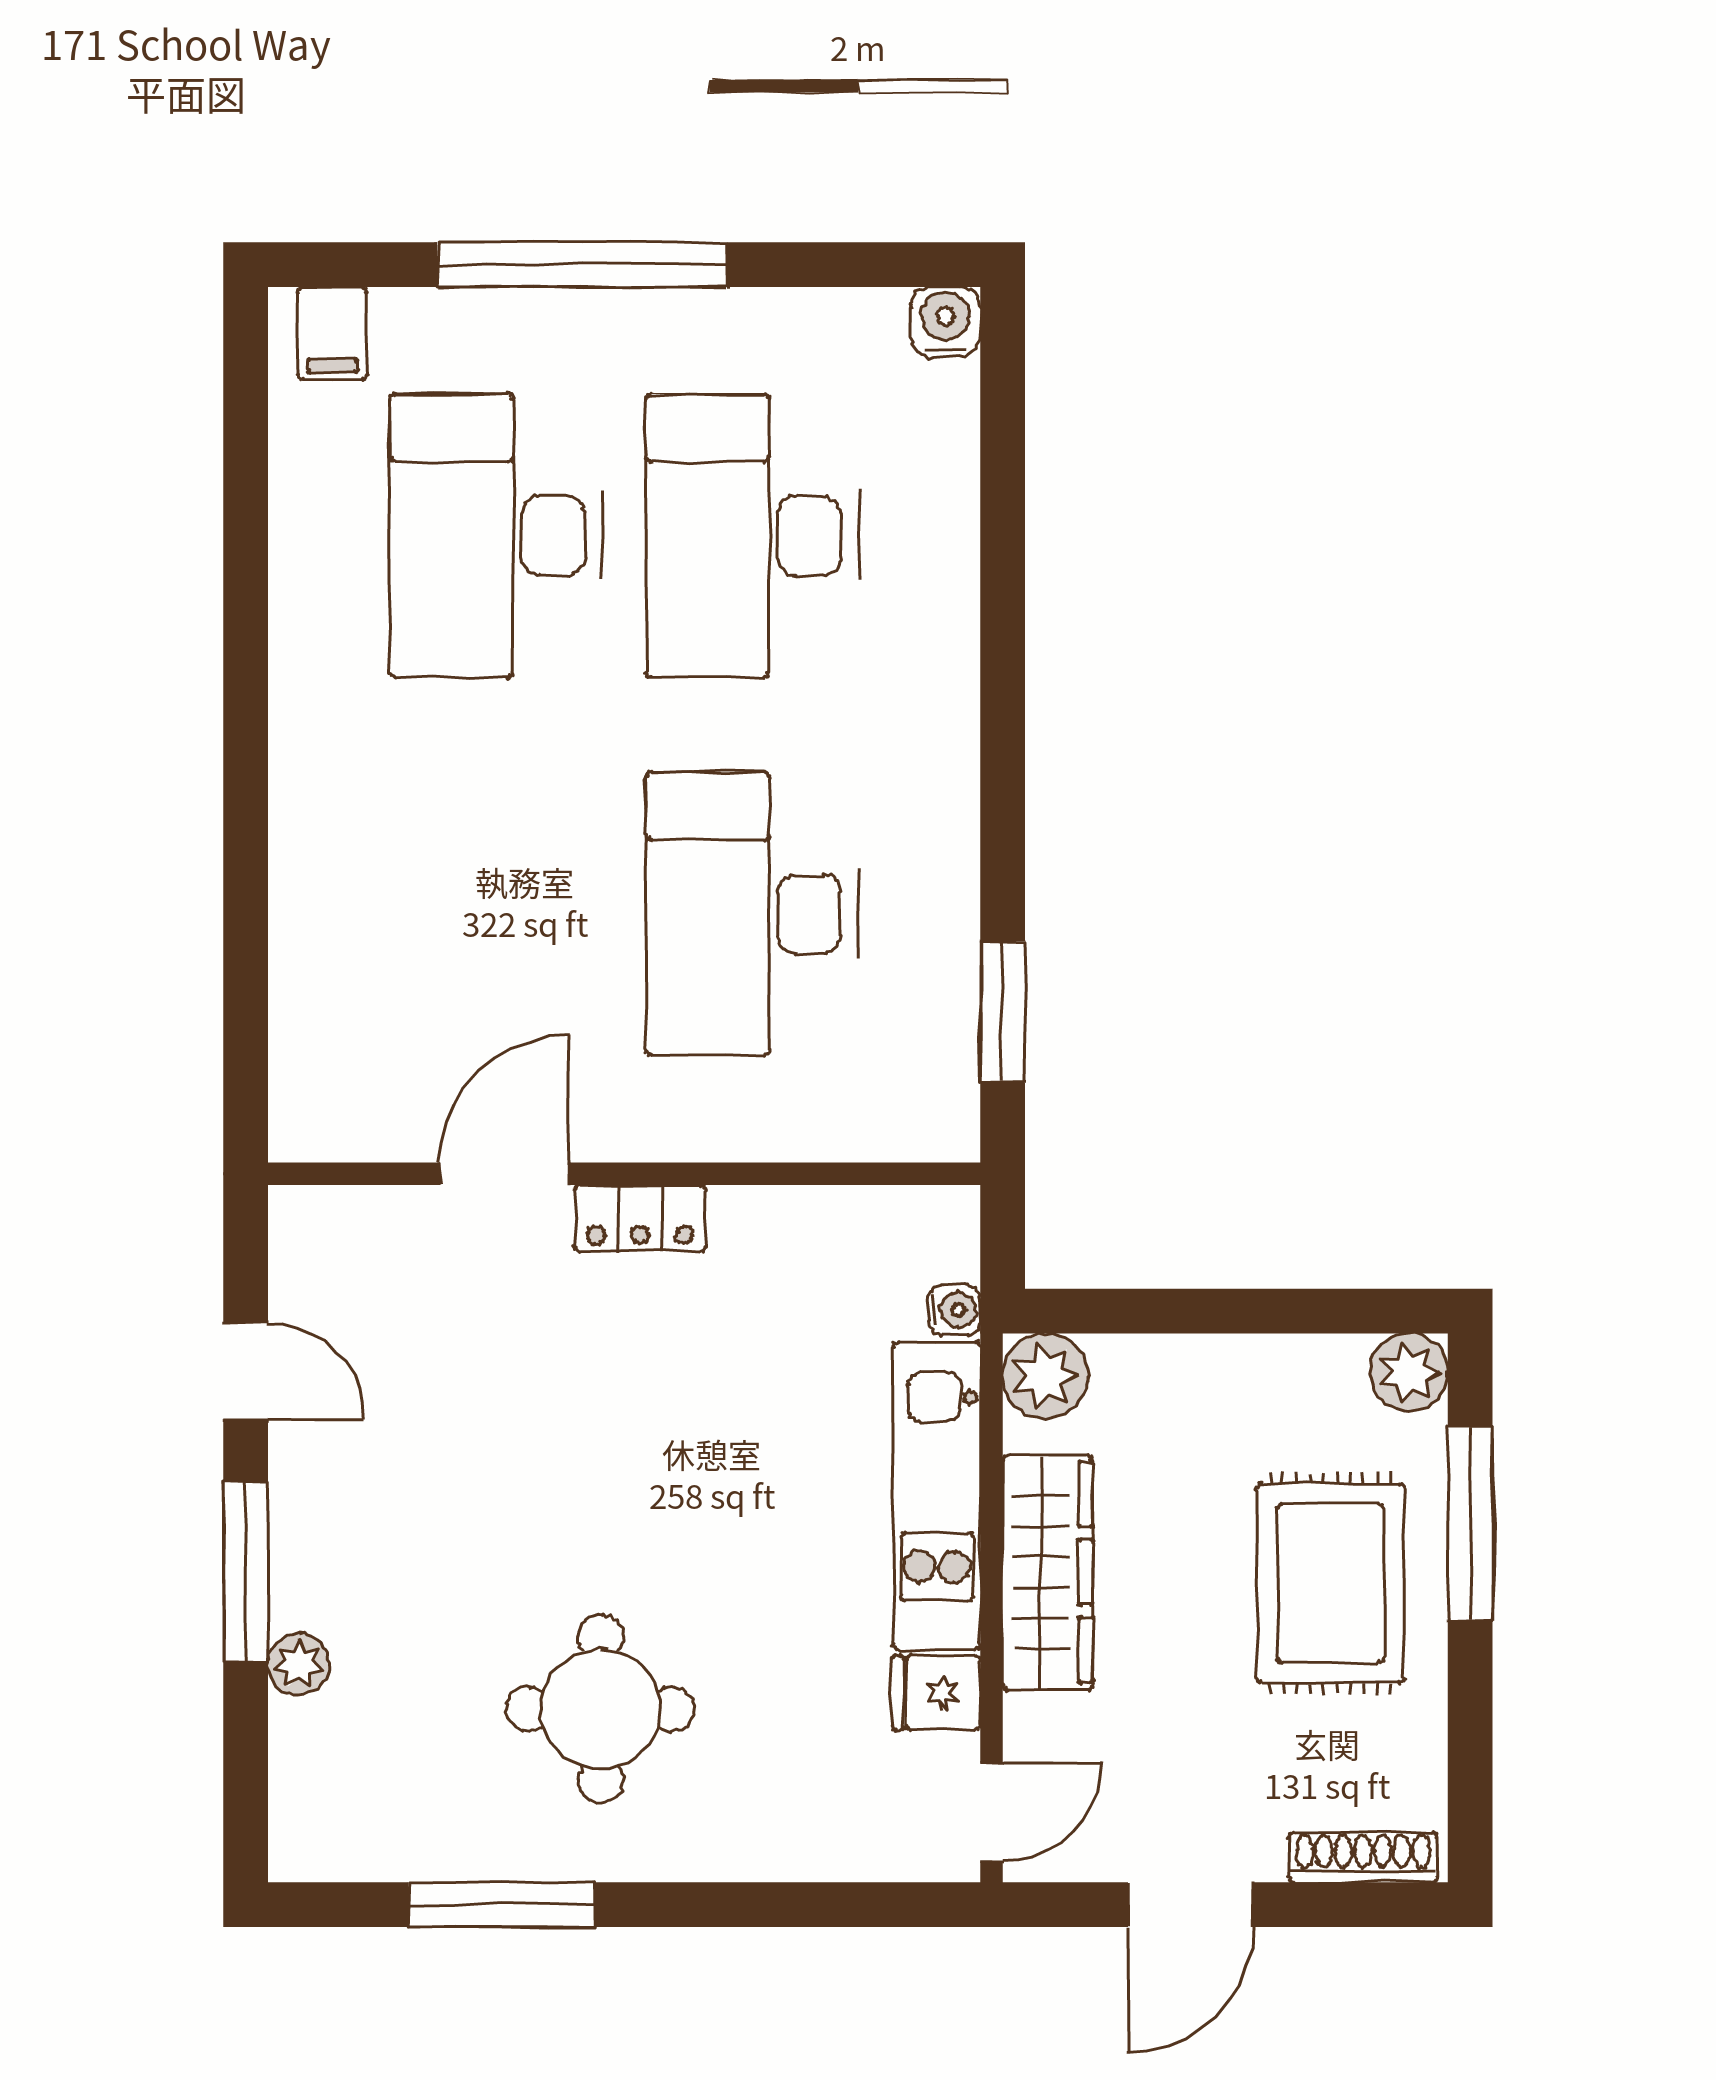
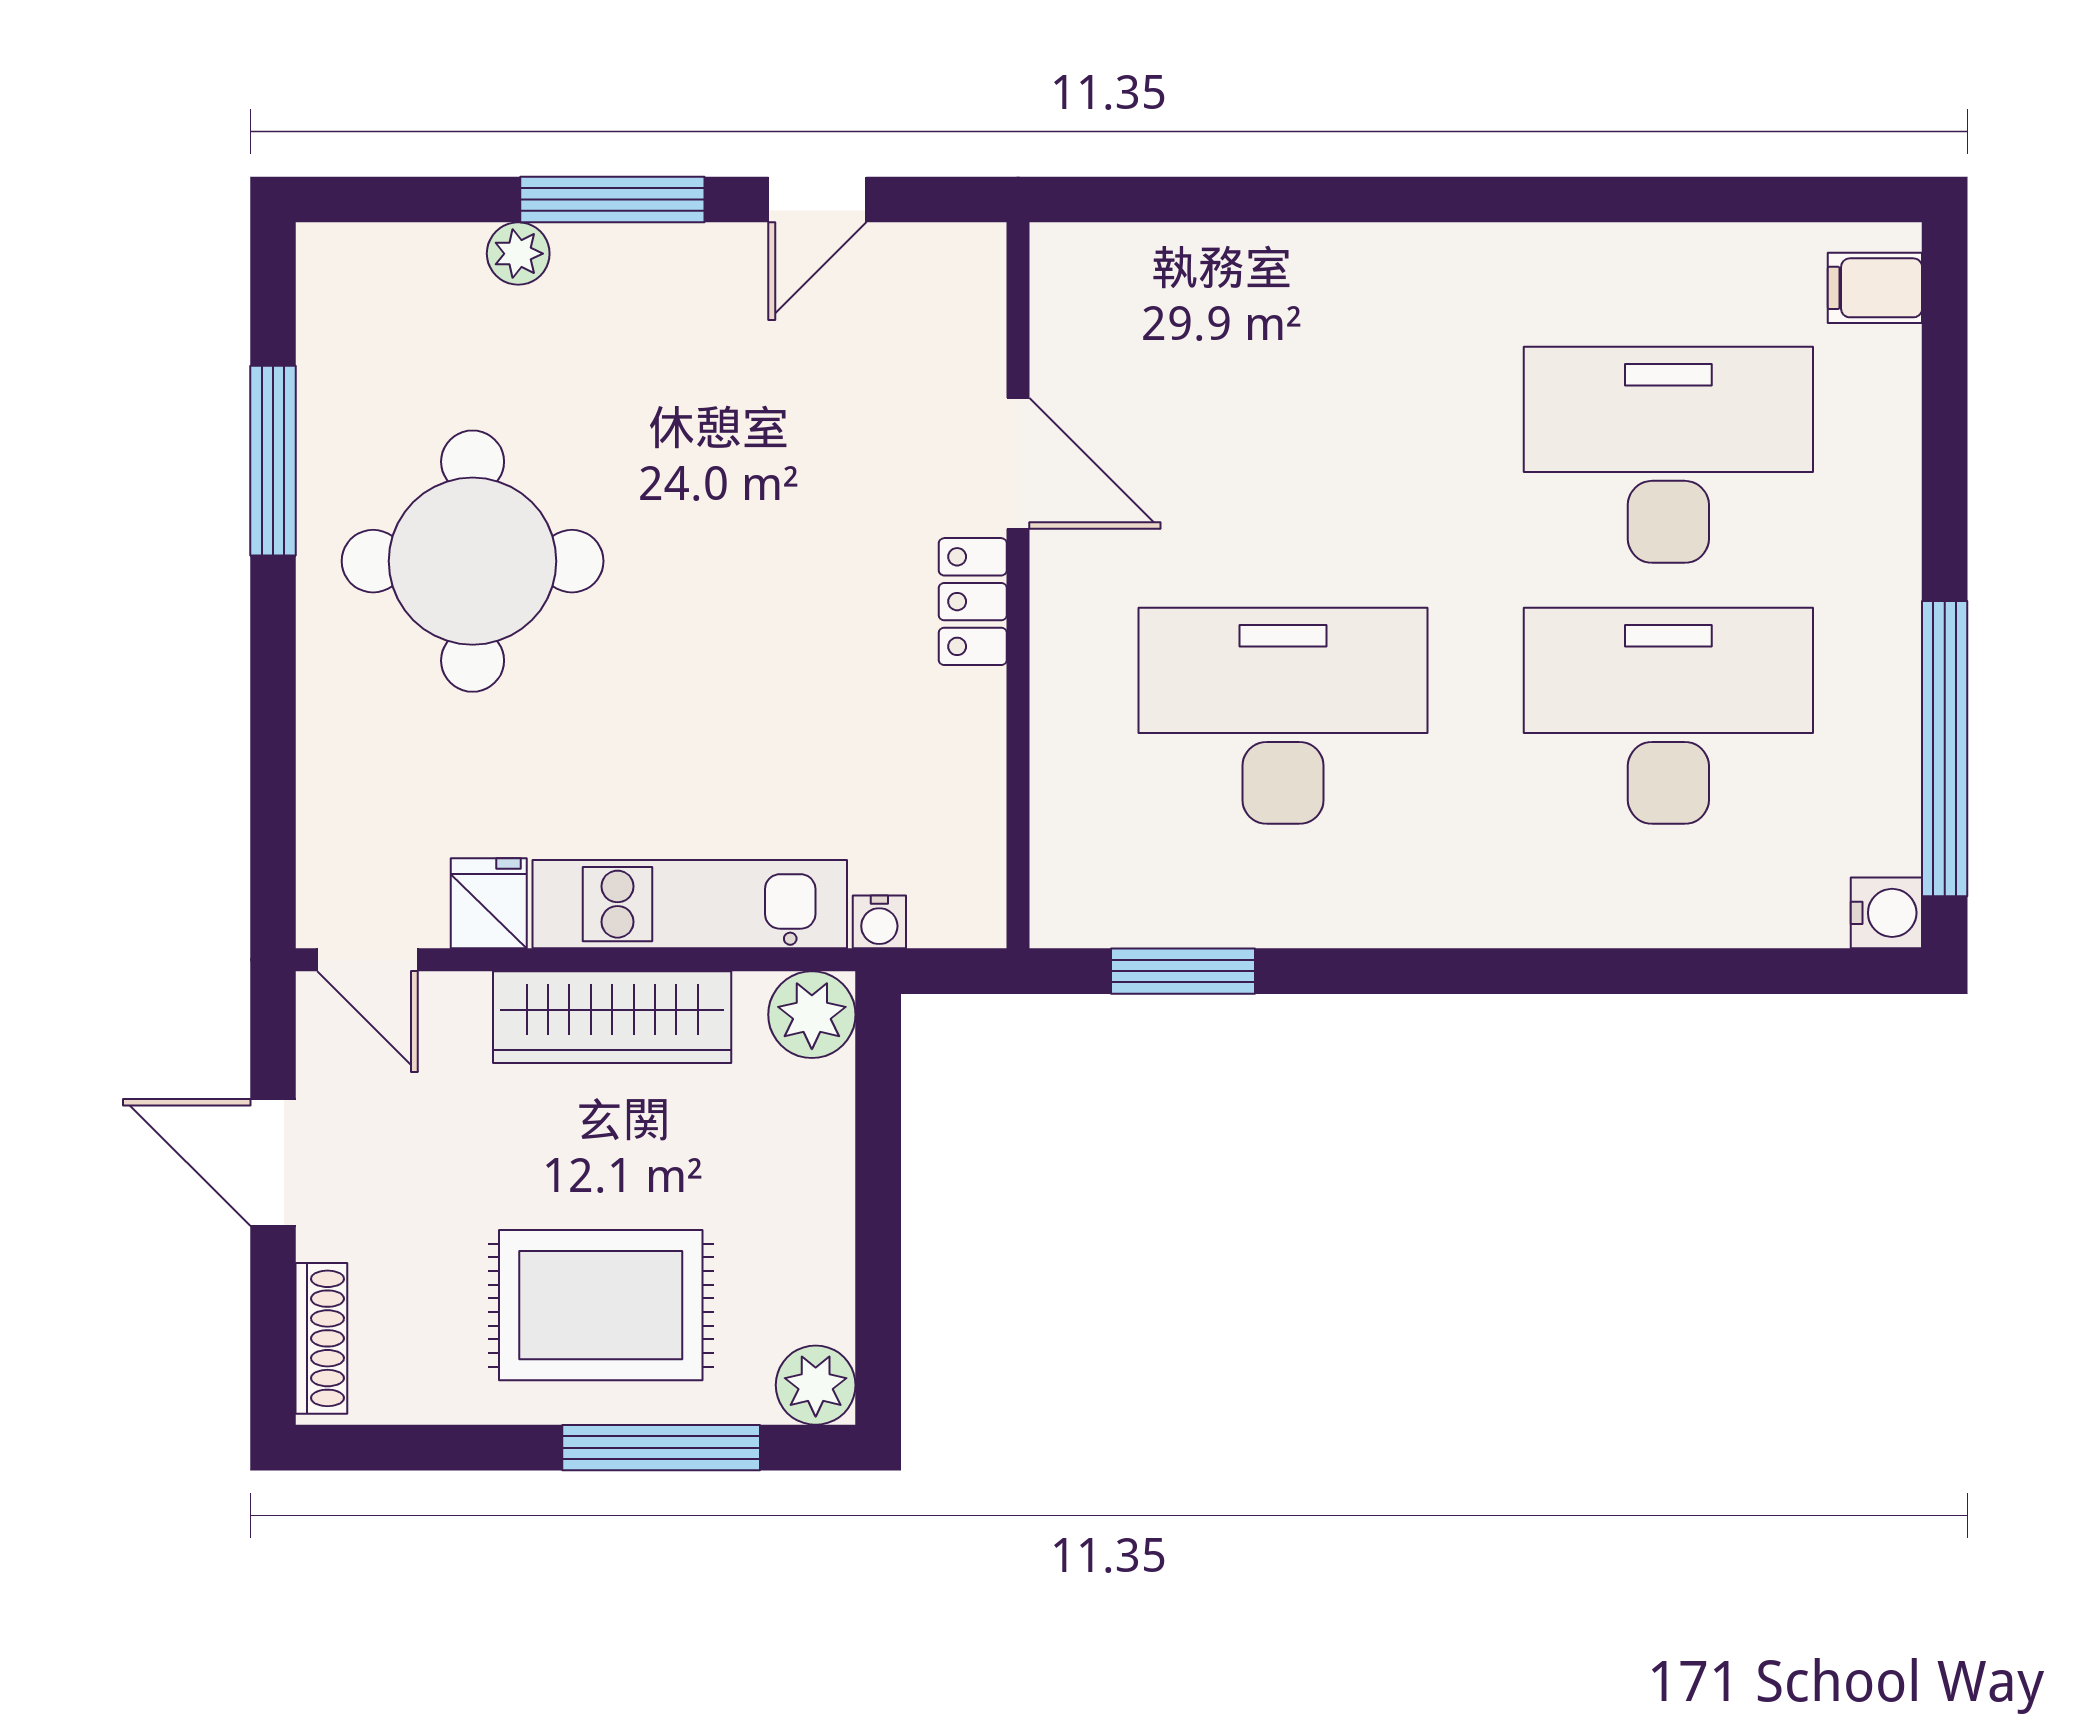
window: (582, 265) -> (1945, 749), moved
round table: (600, 1709) -> (473, 561), width x1.36, depth x1.36

